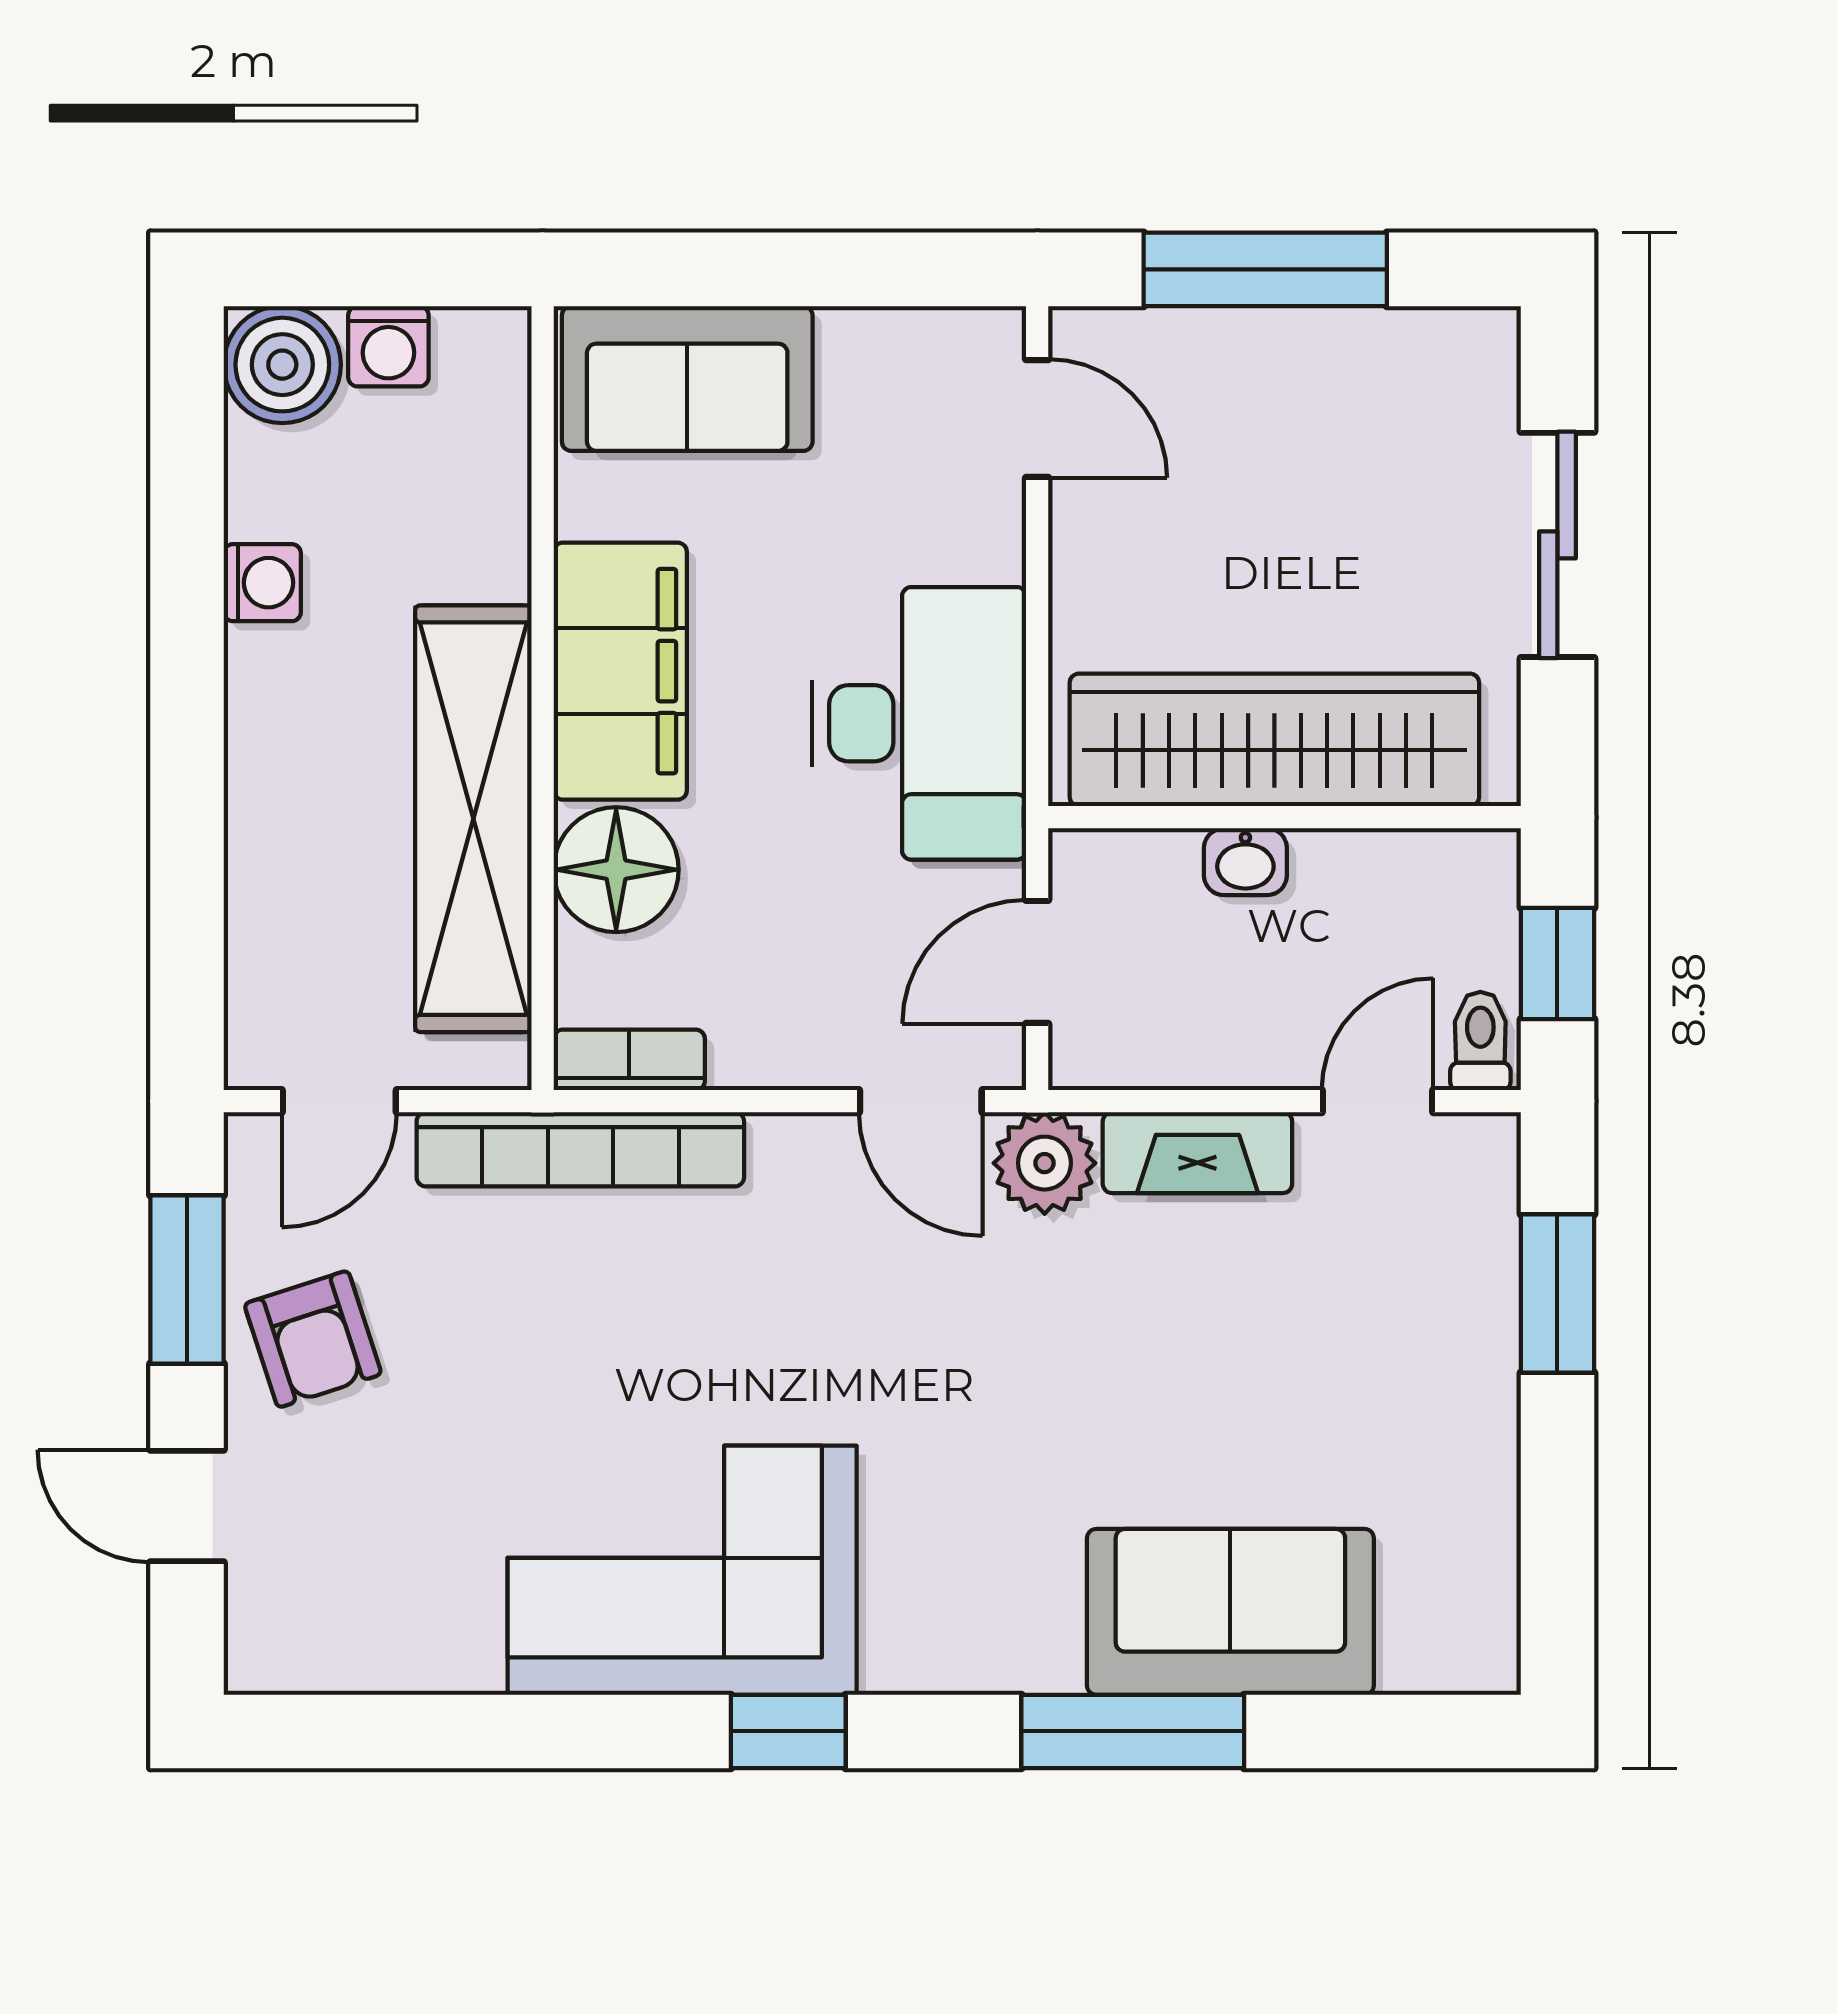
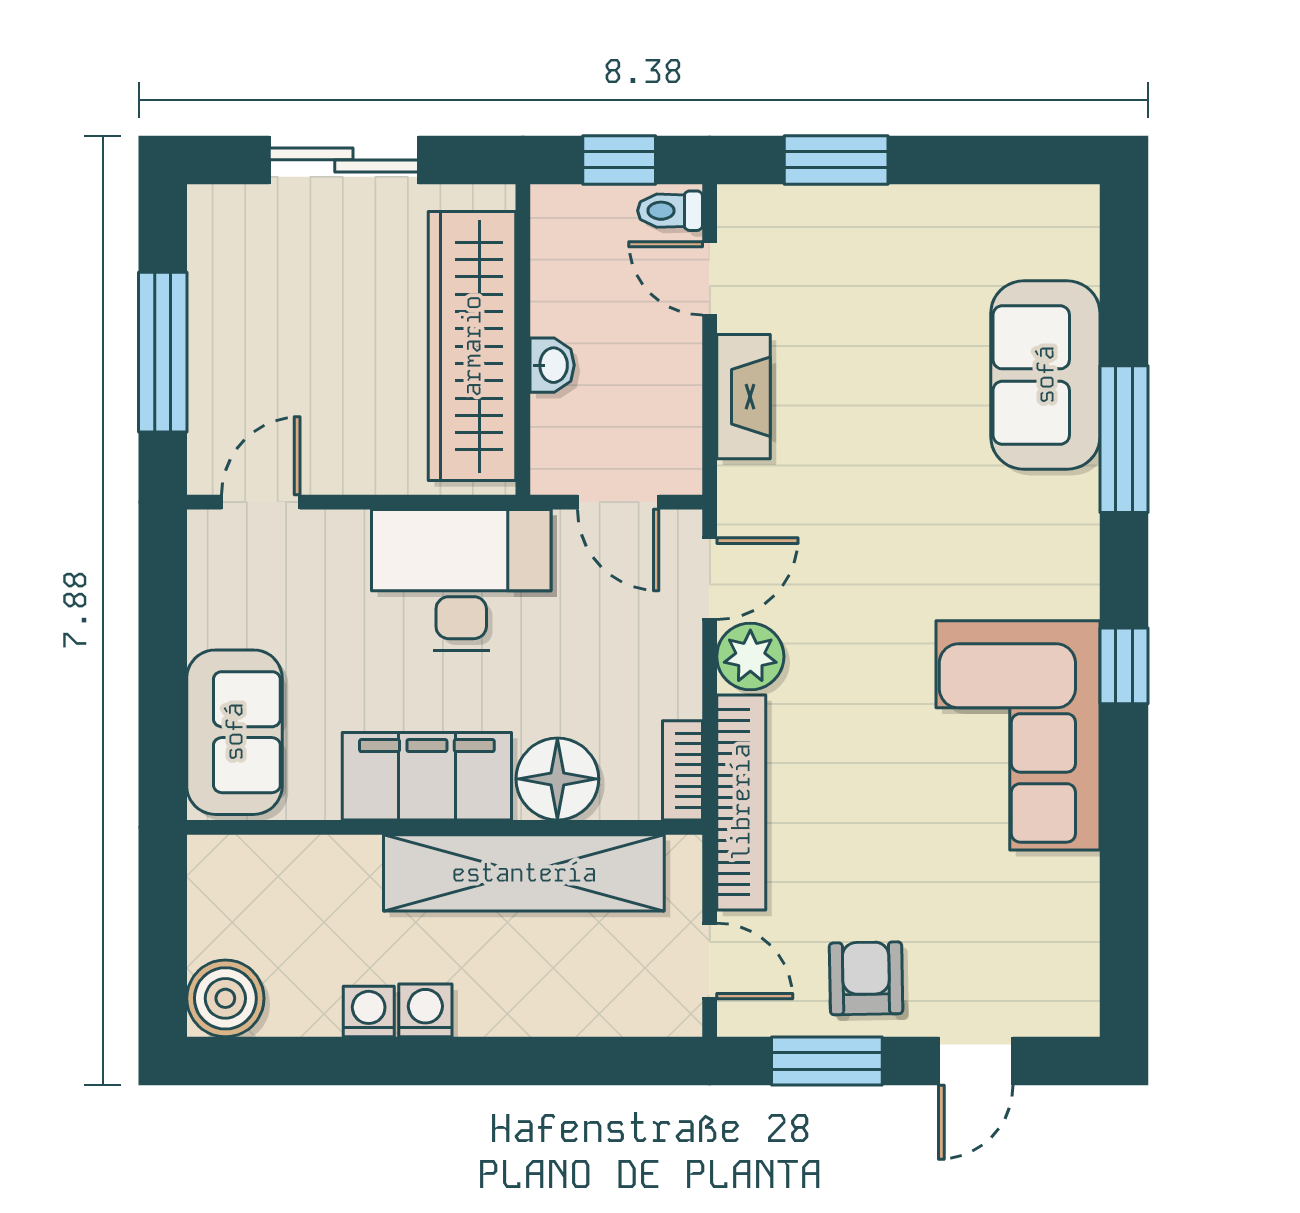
washing machine: (388, 346) -> (425, 1010), moved, turned -90
plant: (1045, 1163) -> (750, 657), moved
armchair: (313, 1339) -> (866, 978), turned -73

